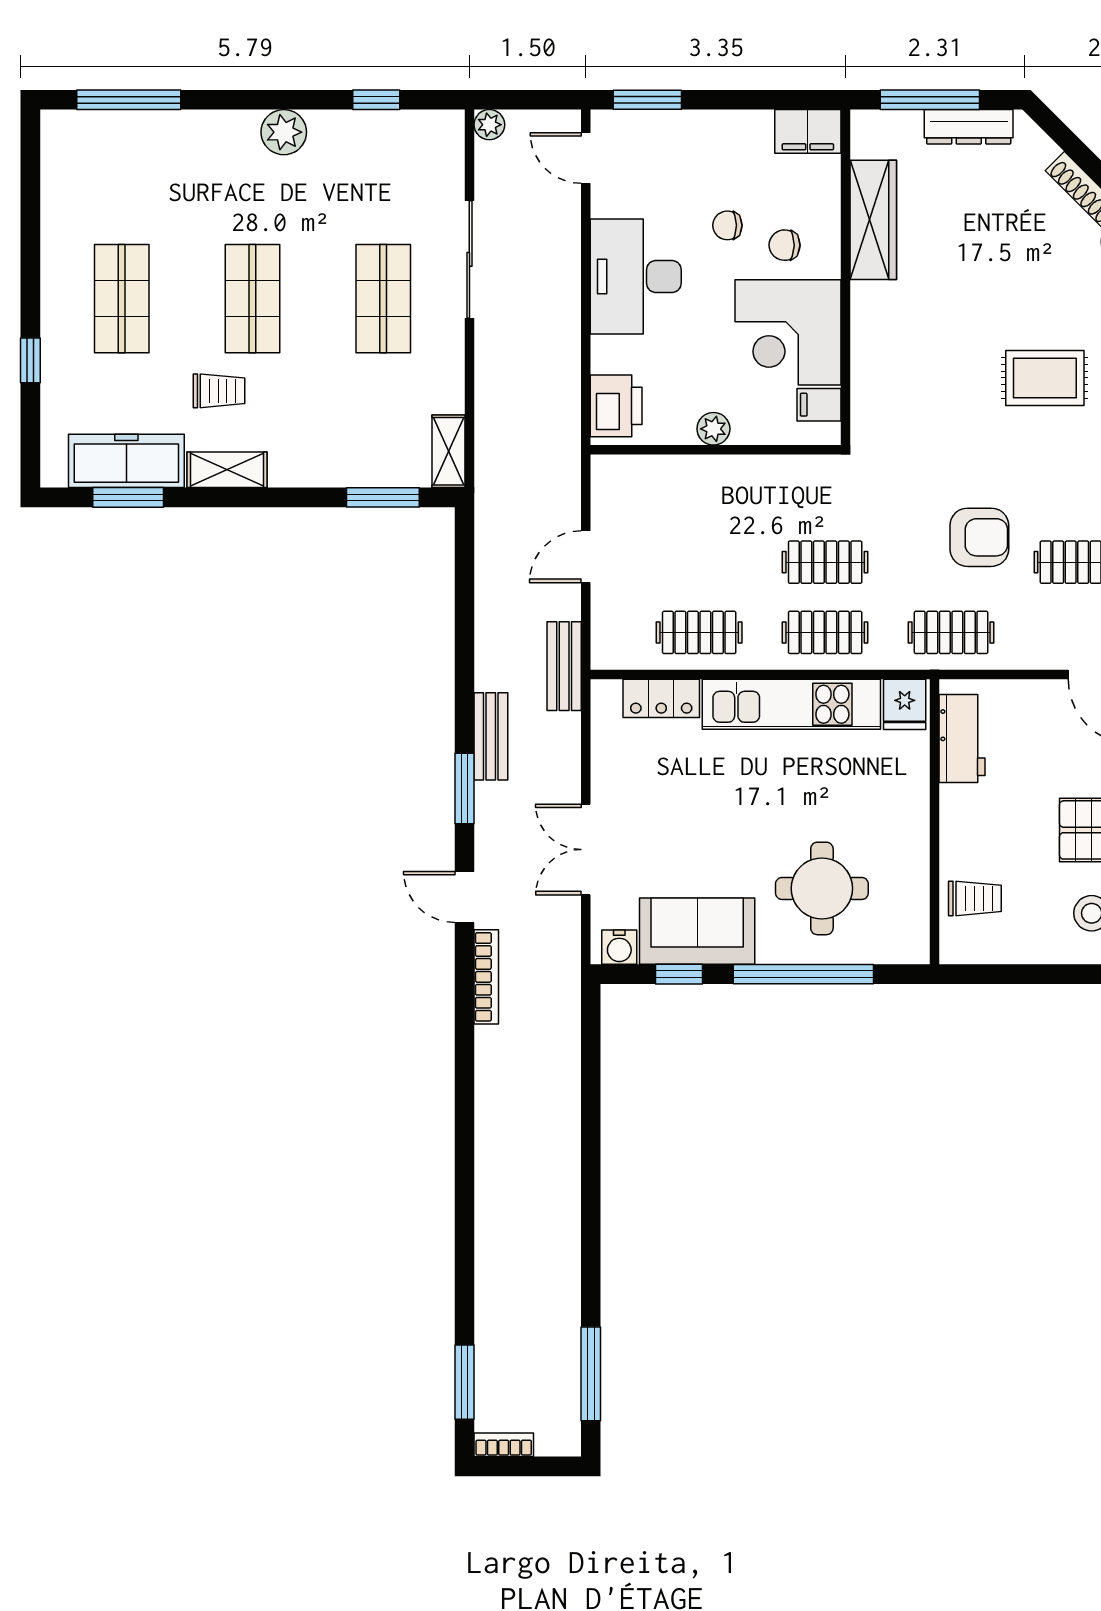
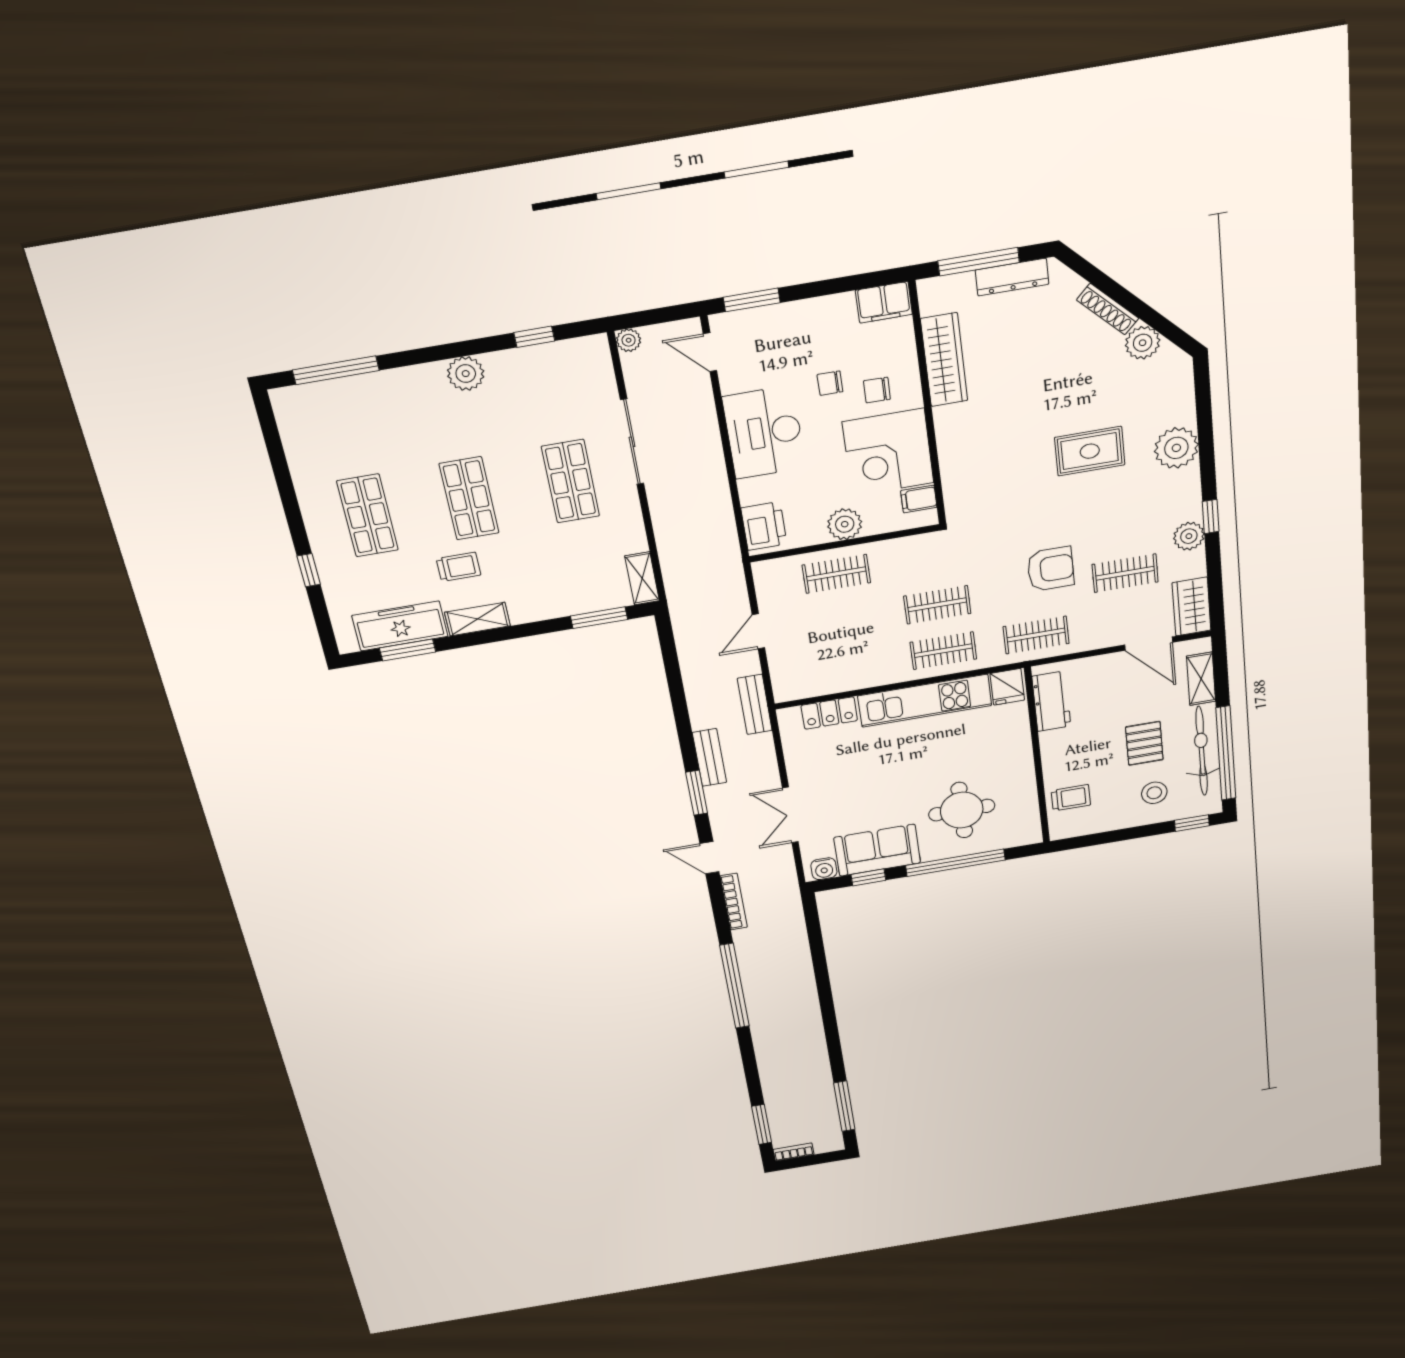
plant: (713, 429) -> (845, 524), width x1.38, depth x1.38
clothes rail: (699, 632) -> (836, 574), moved
window: (464, 1122) -> (735, 986), added

